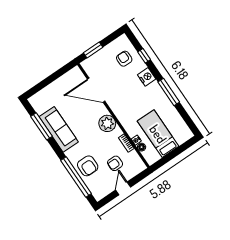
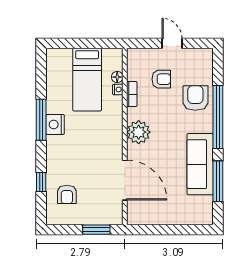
nightstand: (147, 77) -> (55, 124), moved
window: (76, 177) -> (218, 117), moved
door: (123, 188) -> (172, 43), swing flipped

